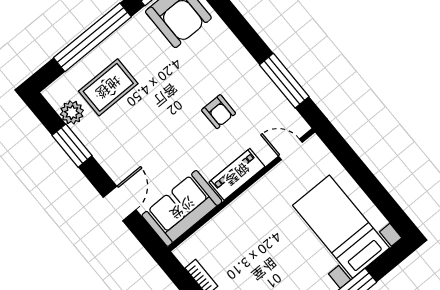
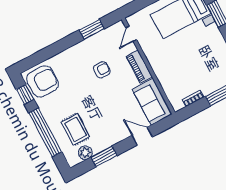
window: (284, 81) -> (92, 29), width x0.69

